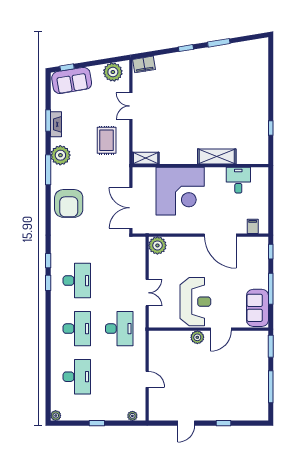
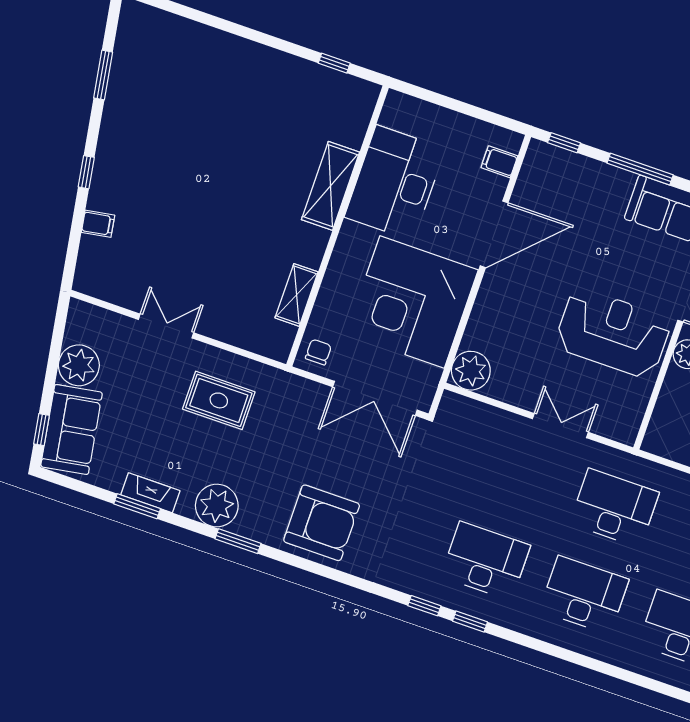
window: (219, 43) -> (103, 75), moved
filing cabinet: (144, 64) -> (98, 224), moved, width x0.50
plant: (113, 72) -> (79, 365), moved
double door: (131, 106) -> (166, 326), swing flipped
window: (271, 128) -> (334, 63), moved
shelving: (146, 158) -> (297, 295), moved
window: (48, 170) -> (238, 541), width x0.69
chair: (143, 176) -> (318, 352), added
desk: (238, 180) -> (395, 183), width x1.87, depth x1.30
corner desk: (180, 191) -> (412, 302), moved, turned 180

